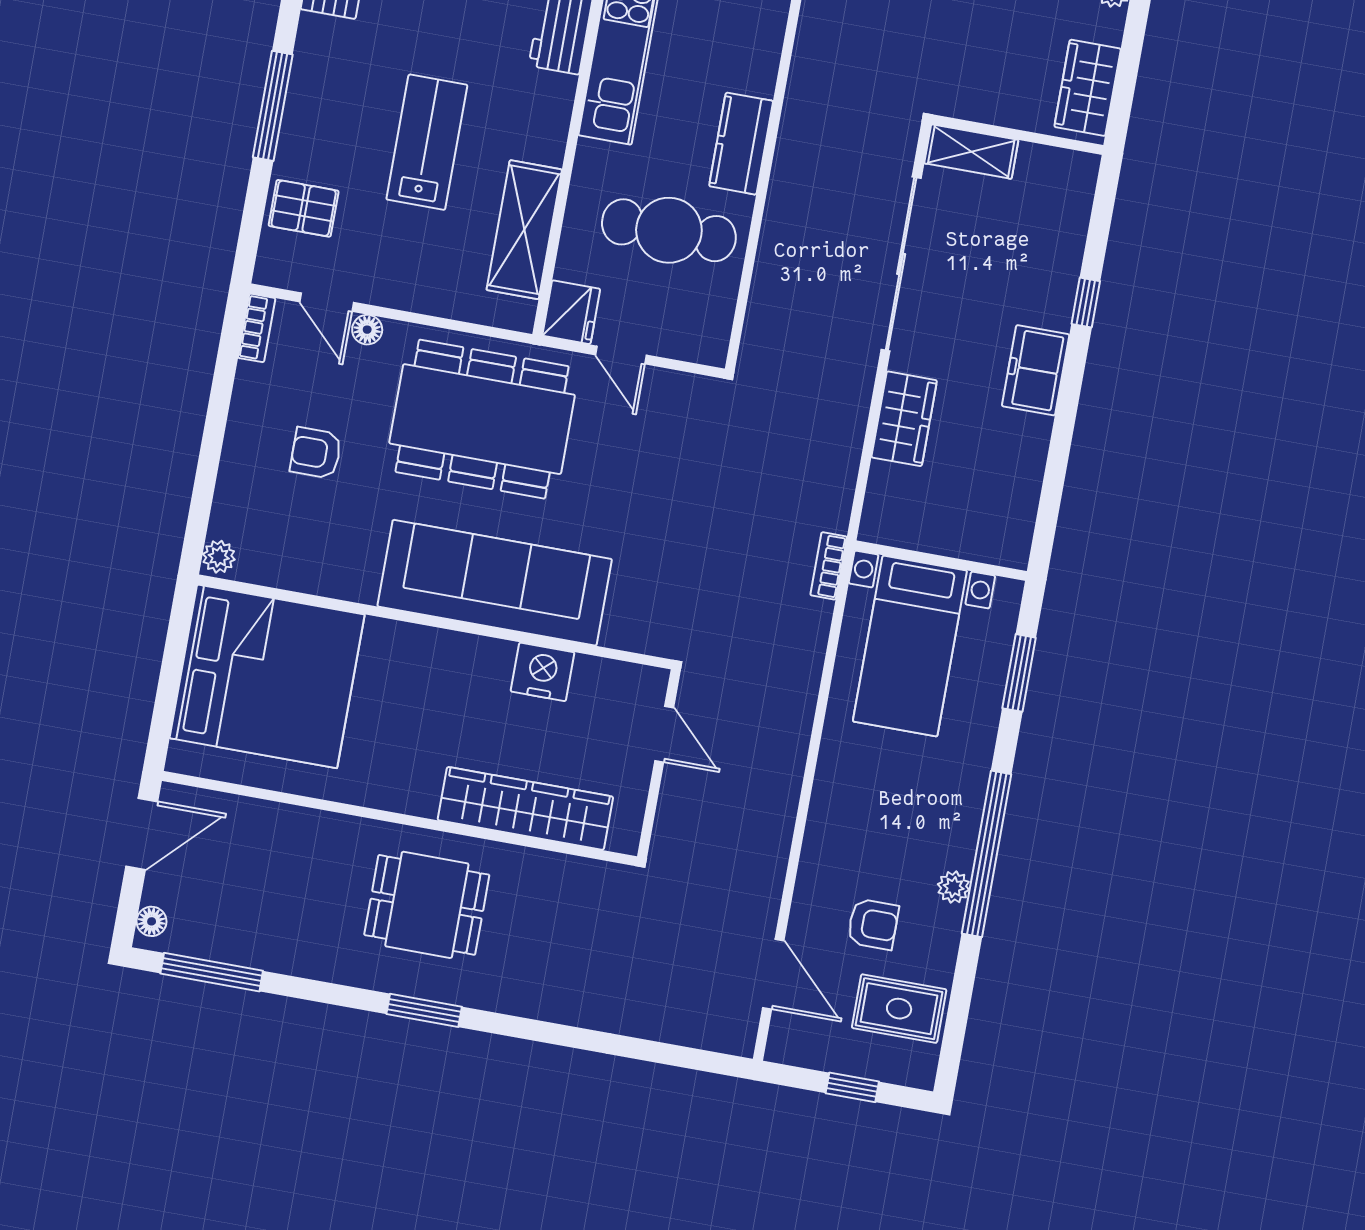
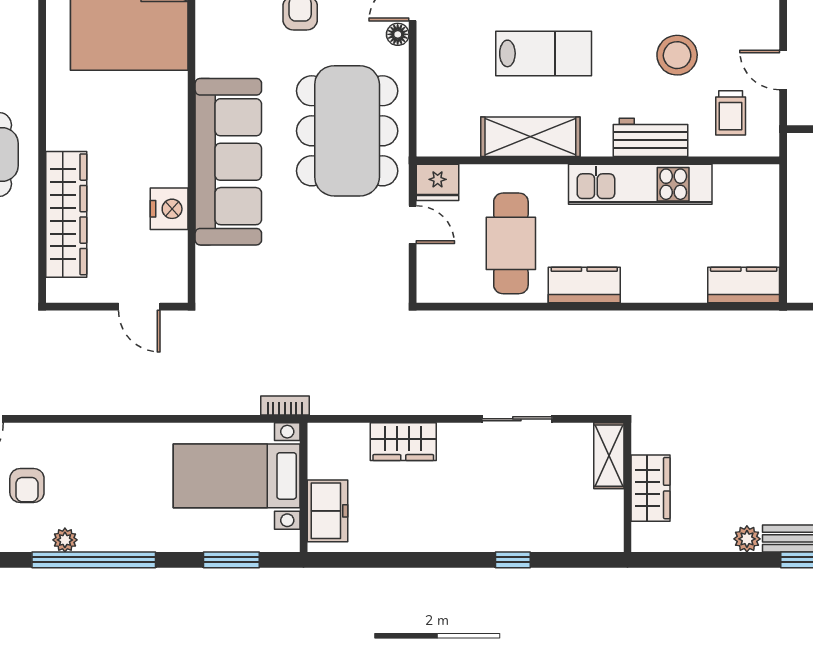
wardrobe: (1088, 88) -> (651, 488), moved, turned 90
shelving: (524, 230) -> (530, 137), moved
sliding door: (901, 264) -> (517, 419), width x0.54
door: (621, 355) -> (413, 225), swing flipped
freezer: (1036, 370) -> (327, 511), moved, turned 90
door: (664, 734) -> (139, 307), hinge flipped

